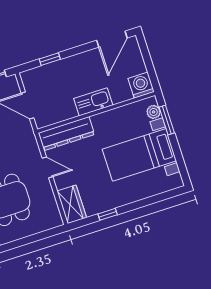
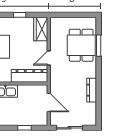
door: (48, 167) -> (49, 58), hinge flipped

